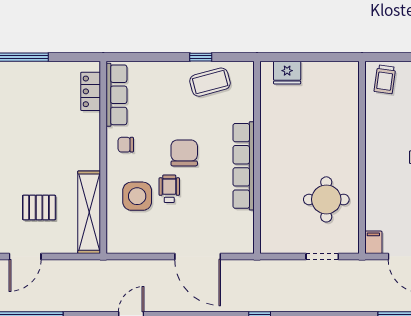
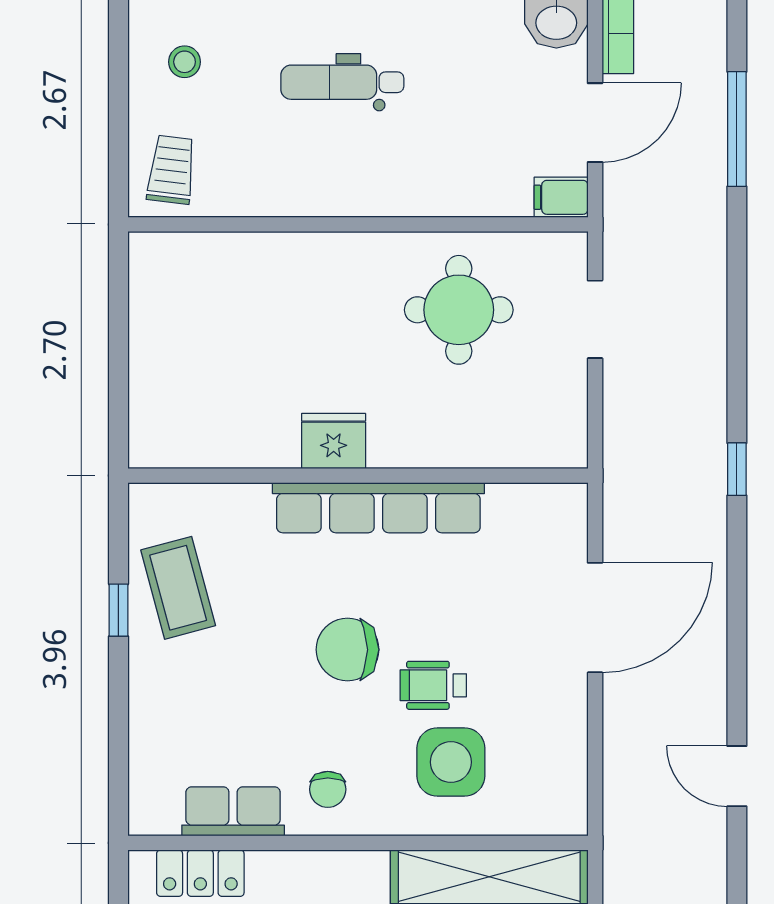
fridge: (287, 73) -> (334, 441), moved, turned -90
trolley: (385, 79) -> (171, 170), turned -91
row of seats: (116, 95) -> (233, 811), width x0.68

